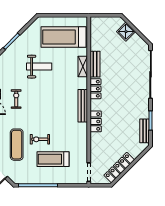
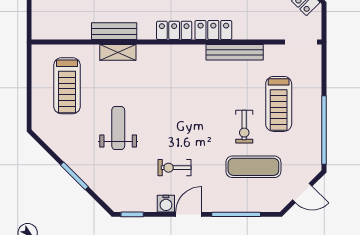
treadmill: (63, 37) -> (67, 86), width x0.73, depth x0.73
locker: (95, 89) -> (174, 30), moved
bench: (83, 106) -> (235, 52), moved

